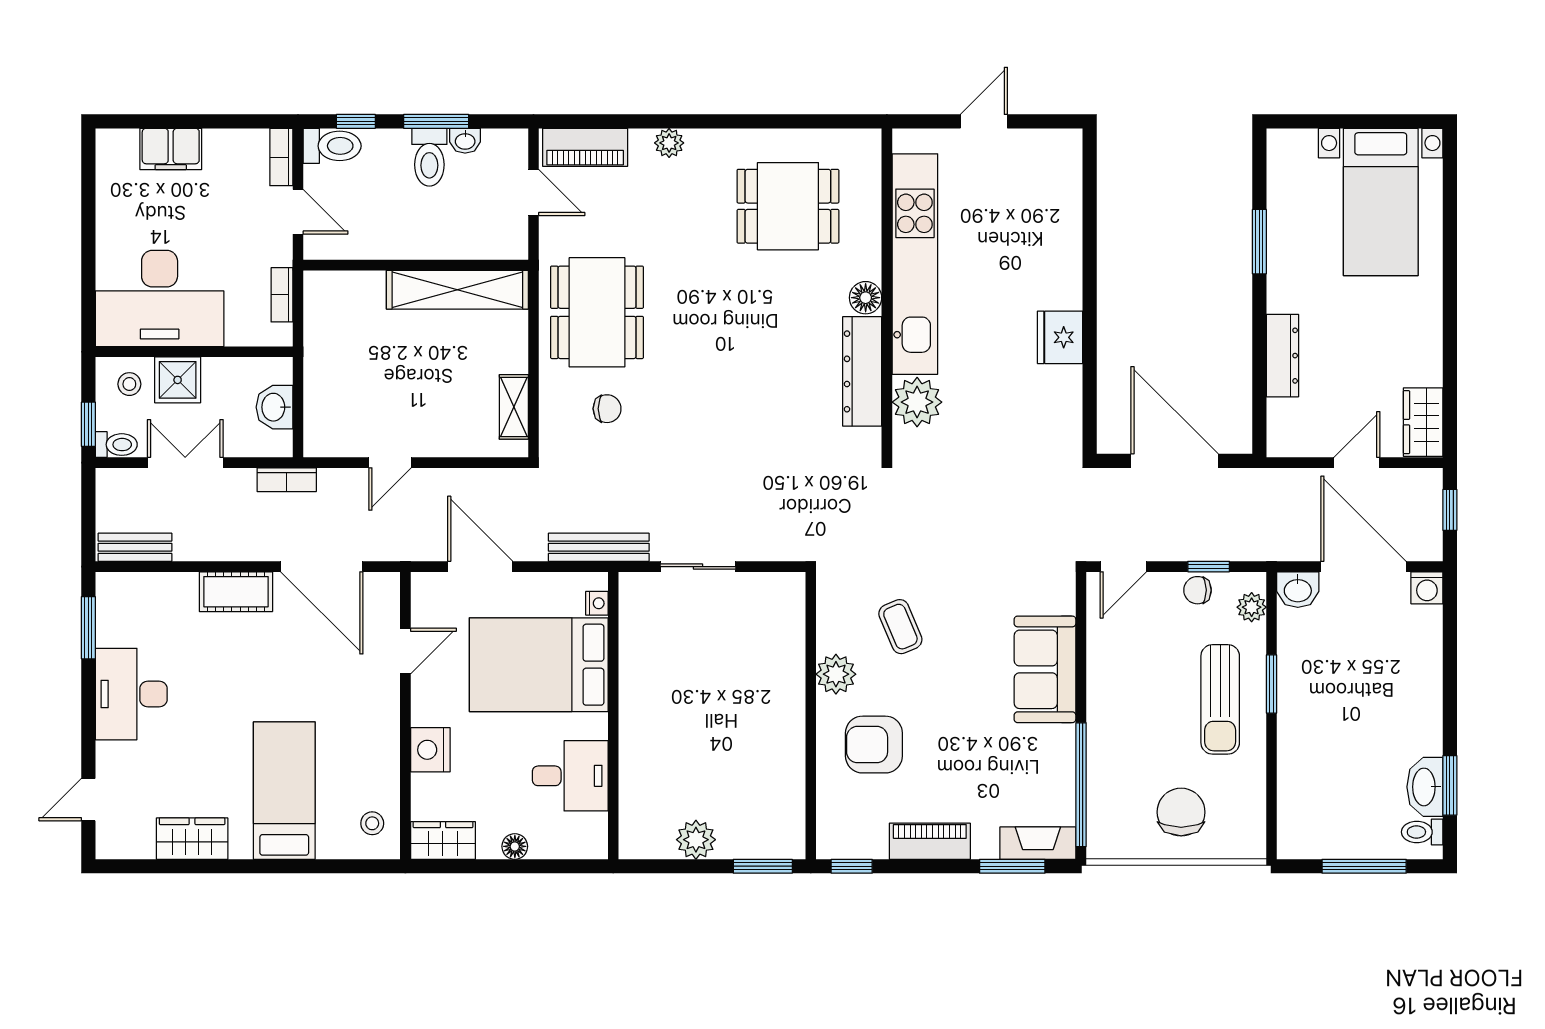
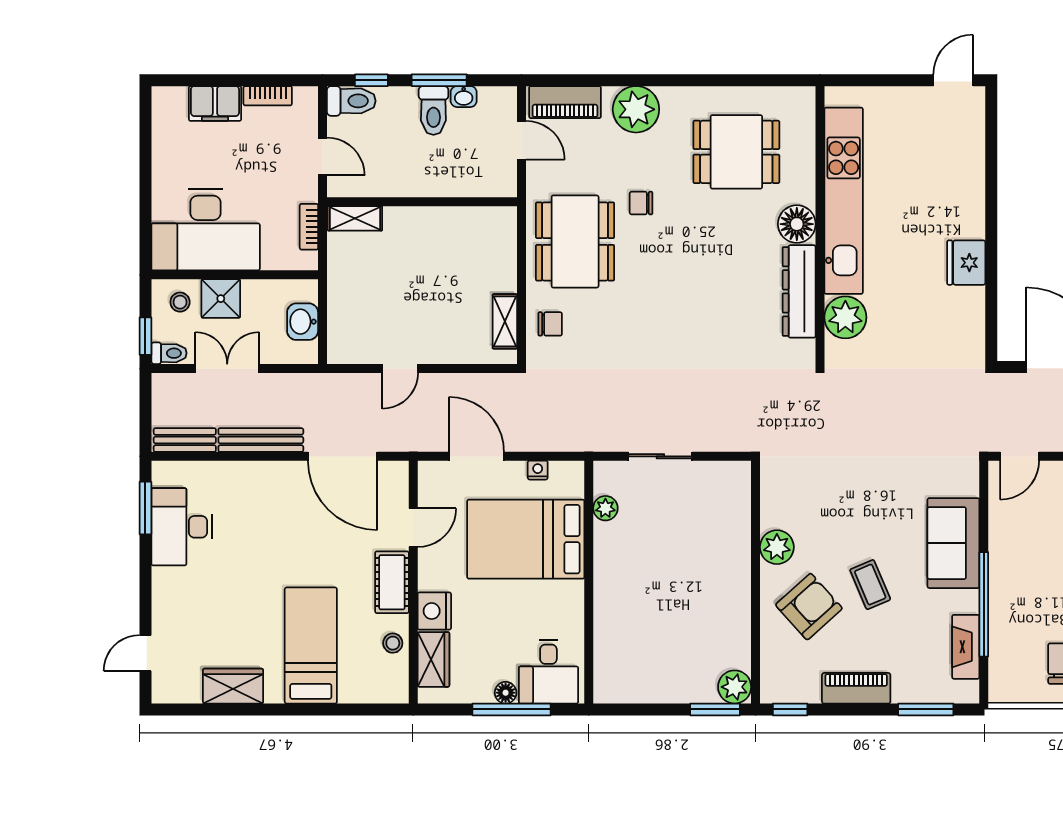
door: (984, 121) -> (953, 80), moved
plant: (669, 143) -> (636, 109), width x1.88, depth x1.88
bookcase: (281, 157) -> (268, 96), moved, turned -90
chair: (675, 267) -> (641, 203), added
shelving: (457, 290) -> (355, 218), moved, width x0.45, depth x0.75
floor lamp: (866, 298) -> (797, 224), width x1.38, depth x1.38
chair: (607, 409) -> (550, 324), moved
bookcase: (287, 480) -> (313, 383), removed
bench: (599, 547) -> (261, 440), moved
cot: (236, 592) -> (392, 582), moved, turned 90
nightstand: (597, 603) -> (538, 470), moved, turned -90
coffee table: (900, 627) -> (870, 585), moved
plant: (633, 628) -> (605, 508), added
desk: (131, 694) -> (182, 527), moved
armchair: (874, 745) -> (809, 607), turned 138
desk: (570, 776) -> (548, 672), moved, turned 90
window: (1081, 785) -> (984, 604), moved
stool: (372, 823) -> (393, 643), moved
plant: (696, 840) -> (735, 687), moved
wardrobe: (443, 841) -> (433, 659), moved, turned 90
fireplace: (1038, 843) -> (966, 647), moved, turned -90
window: (522, 866) -> (512, 709), added

